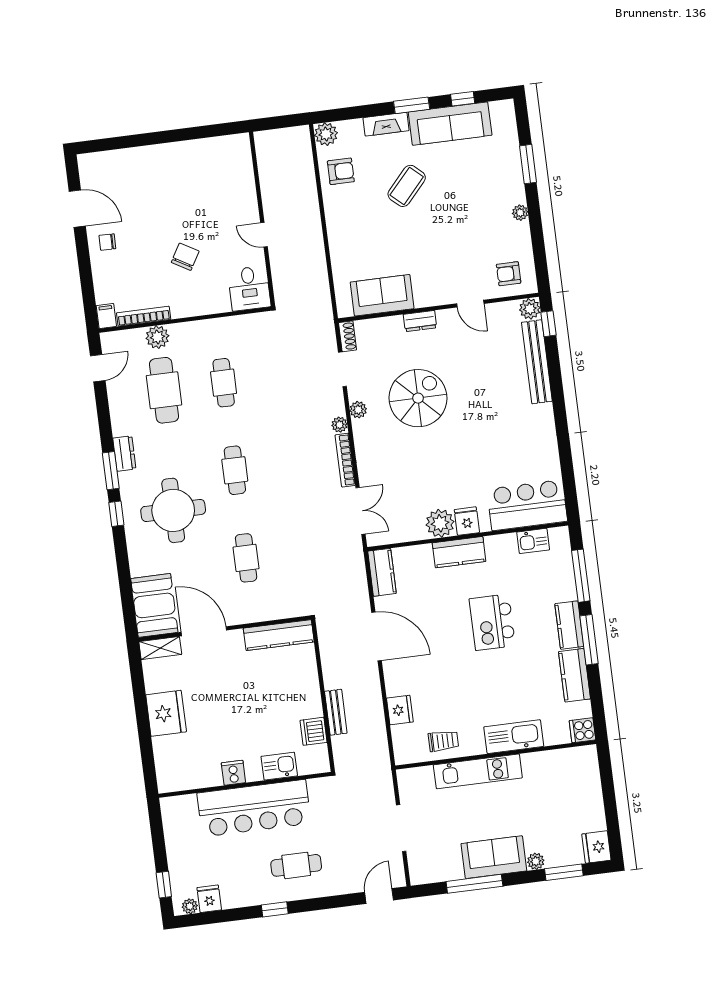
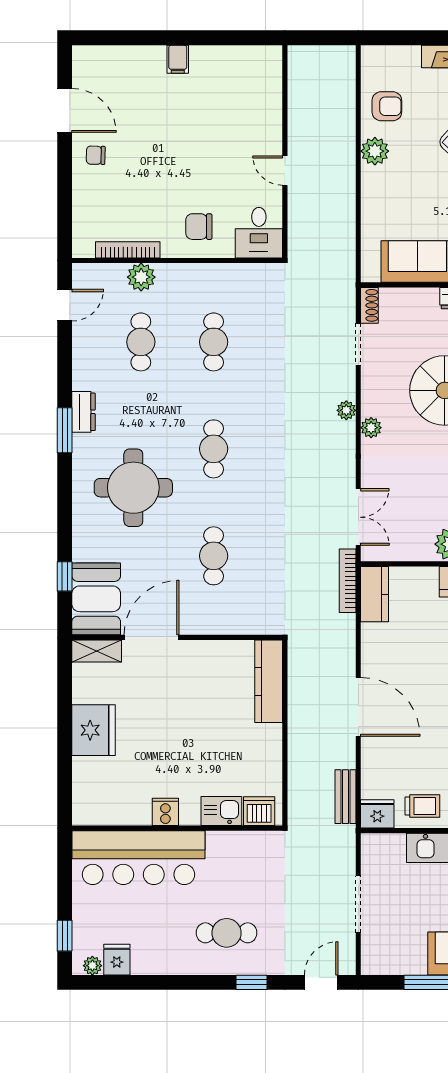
plant: (326, 134) -> (375, 151), moved
chair: (185, 257) -> (199, 227), moved, turned -120
filing cabinet: (106, 316) -> (178, 59), moved, turned 180
cafe table: (164, 390) -> (141, 342), width x0.73, depth x0.74
plant: (358, 410) -> (371, 428), moved
bookcase: (345, 460) -> (348, 581), moved
window: (116, 514) -> (65, 576), moved
door: (204, 631) -> (152, 637), hinge flipped
kitchen counter: (279, 635) -> (269, 681), moved, turned 90
door: (377, 636) -> (358, 707), moved
fridge: (400, 710) -> (377, 814), moved, turned -90
bench: (336, 712) -> (346, 797), moved
dishwasher: (313, 731) -> (259, 811), moved, turned 90
bar counter: (254, 808) -> (138, 858), moved
window: (275, 909) -> (251, 982), moved

